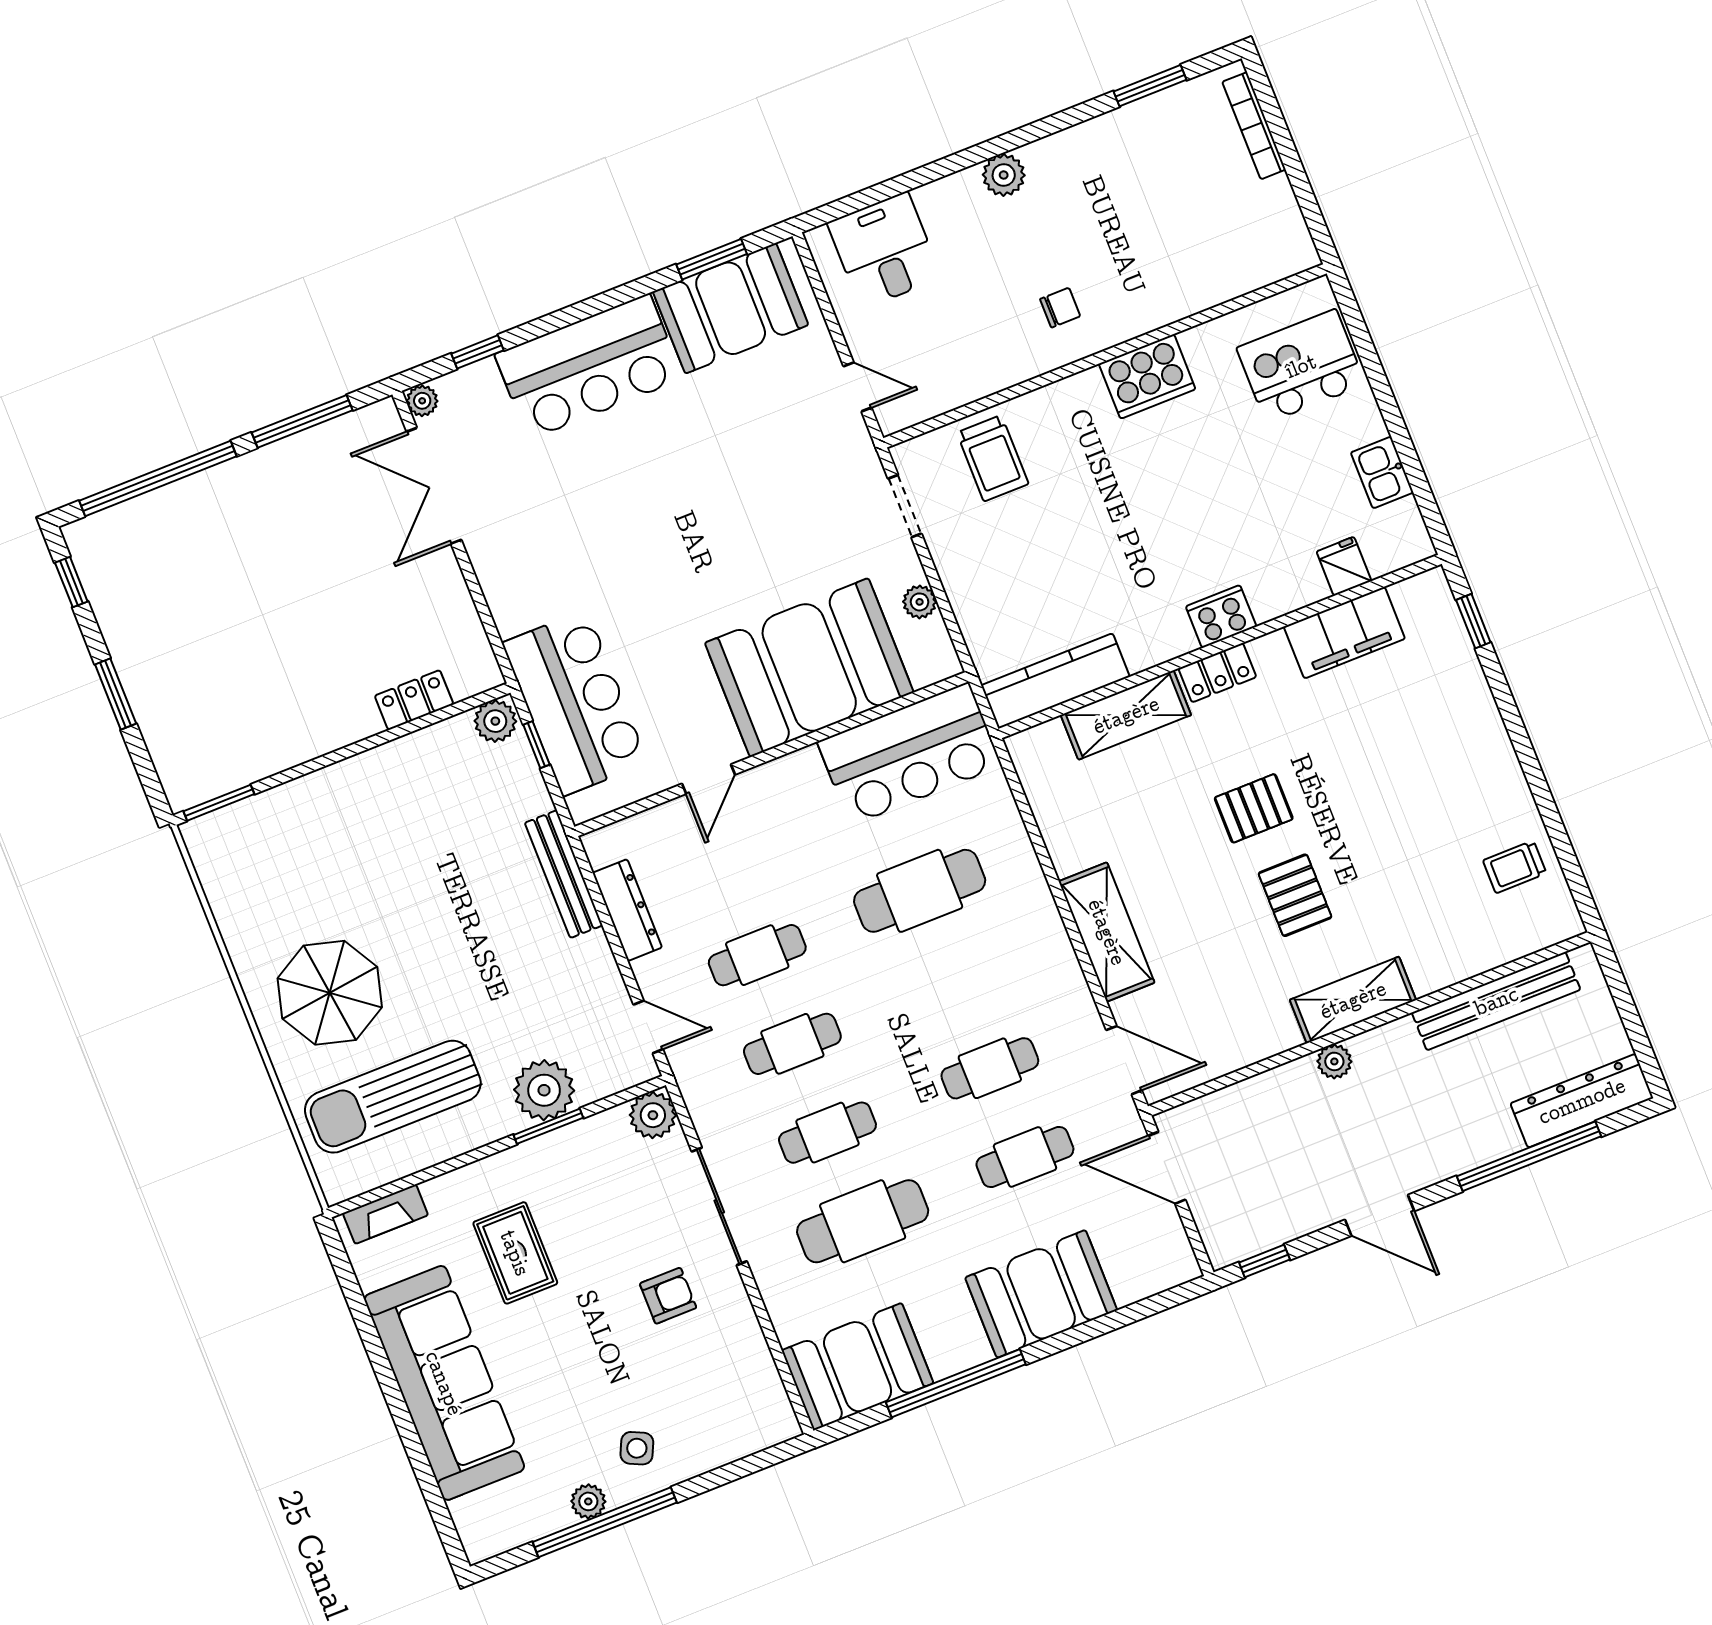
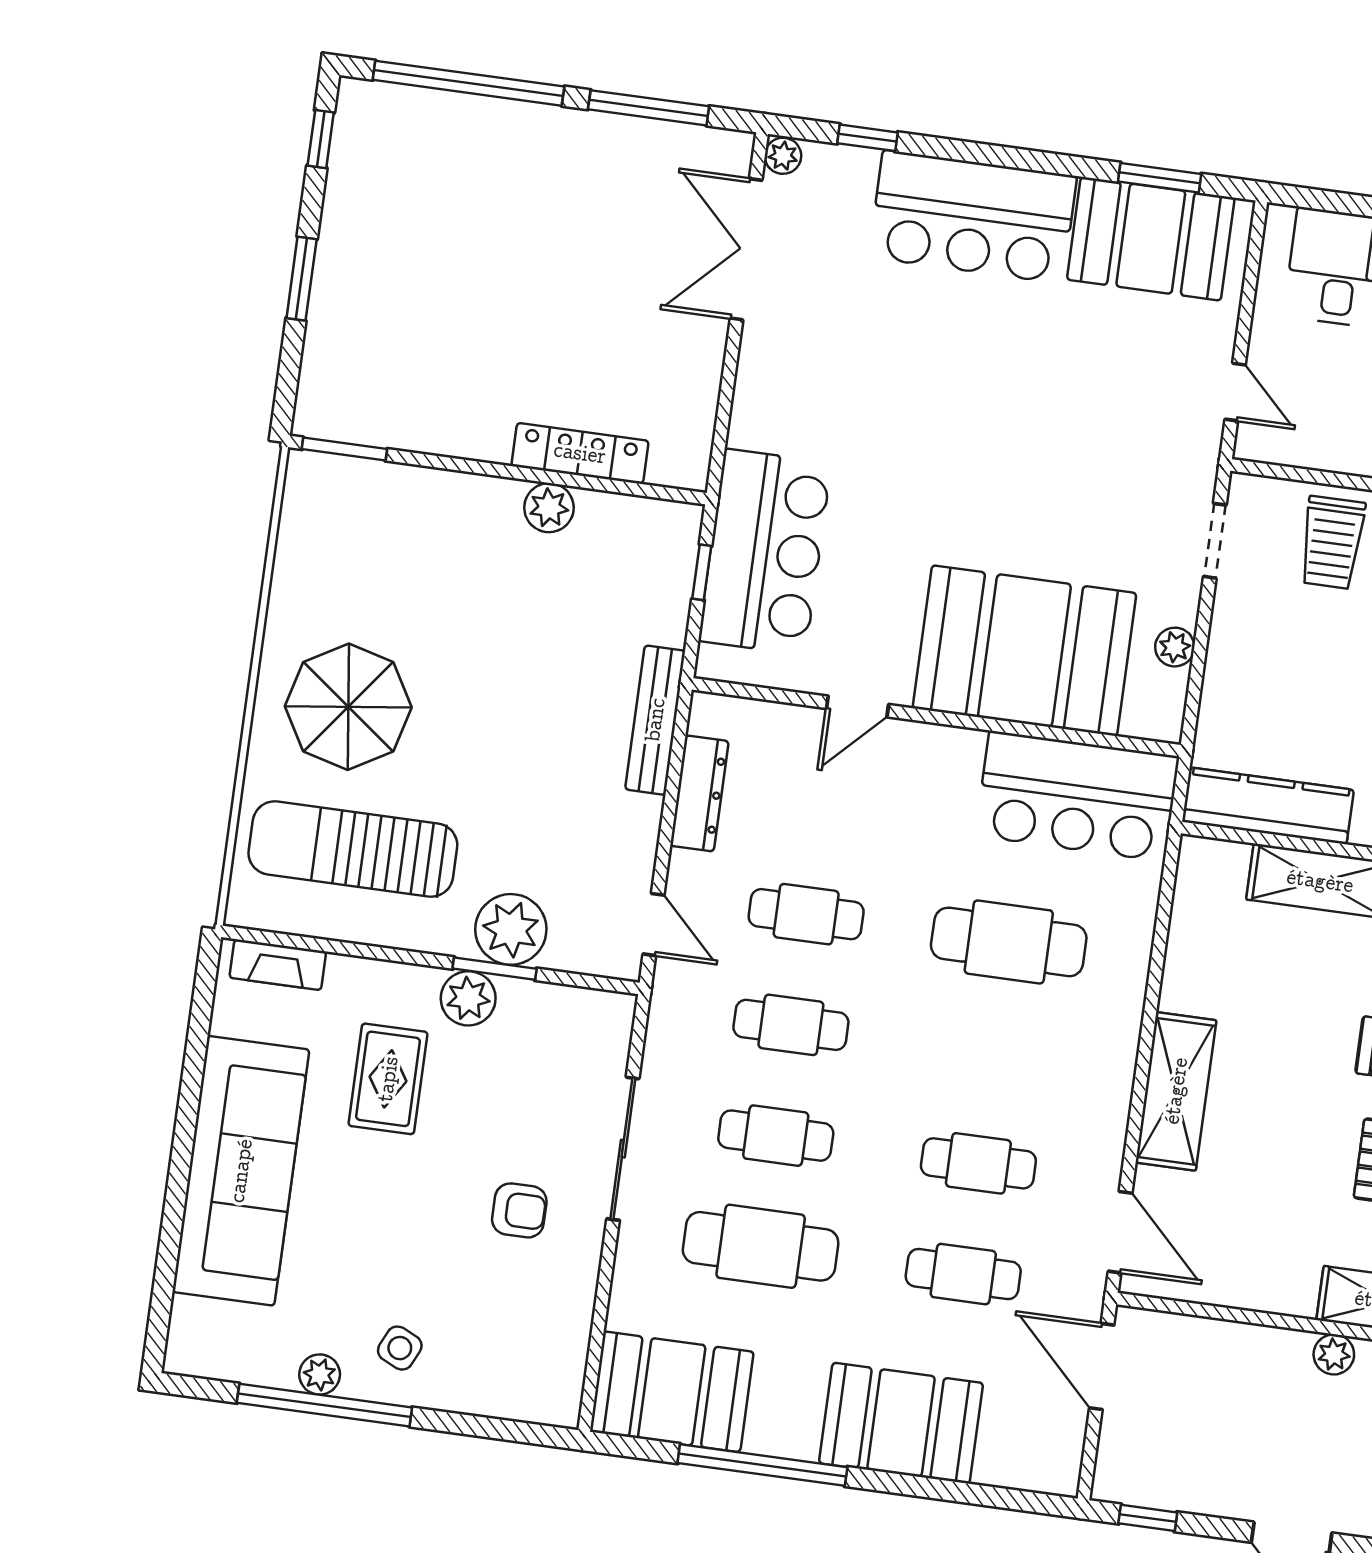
locker: (414, 700) -> (580, 453), width x1.53
plant: (495, 721) -> (549, 508), moved
plant: (653, 1115) -> (468, 998), moved

